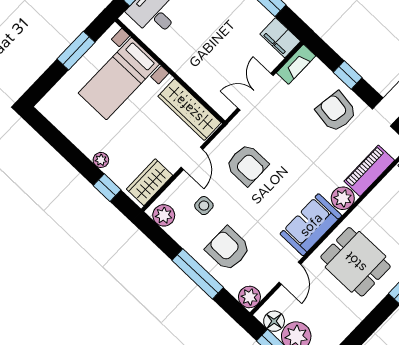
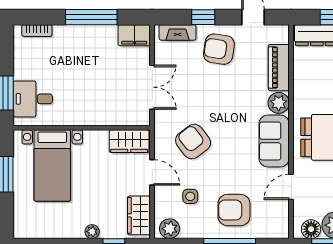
fireplace: (296, 64) -> (178, 32), moved, turned 90
double door: (255, 92) -> (152, 87), swing flipped
wardrobe: (189, 109) -> (129, 141), width x0.67
armchair: (247, 165) -> (193, 141), turned -127
door: (290, 273) -> (291, 187), swing flipped
plant: (249, 297) -> (279, 229), removed

